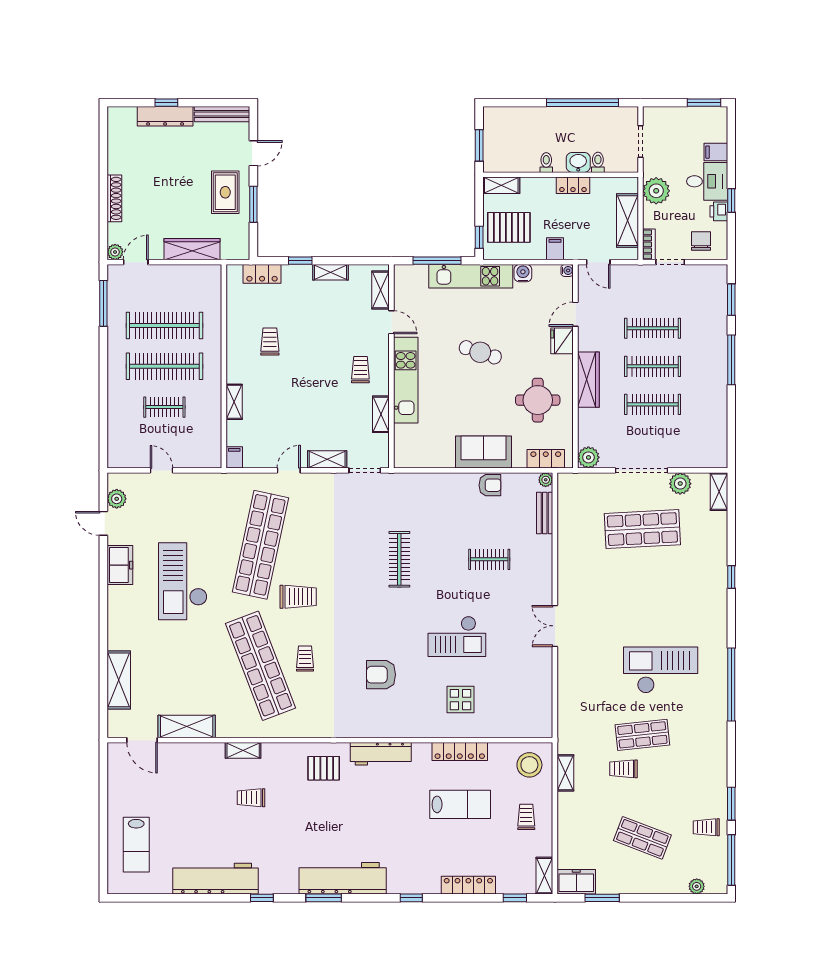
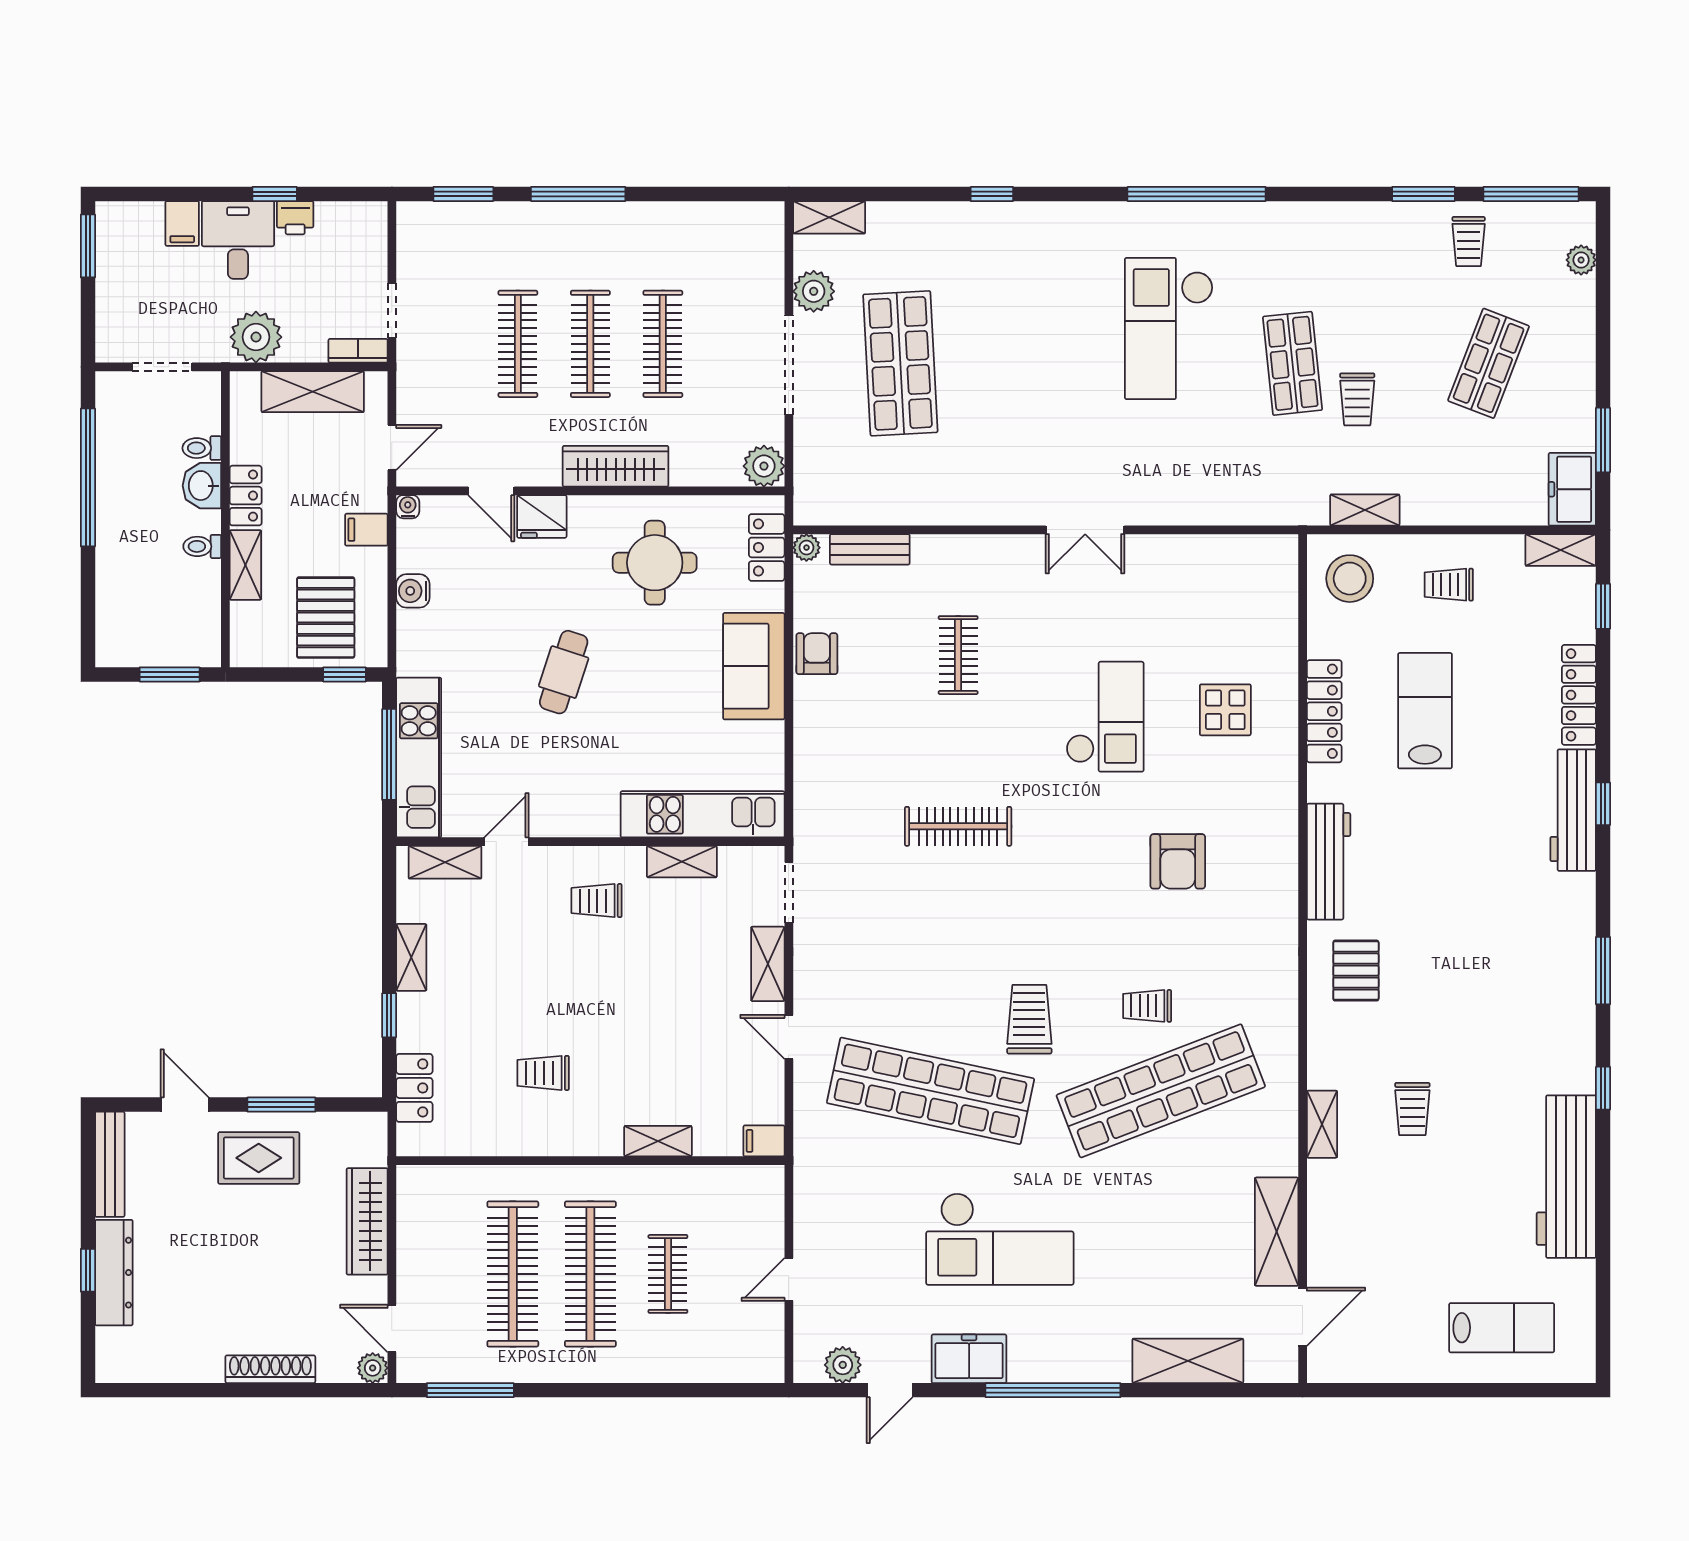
shelving: (501, 185) -> (245, 565), moved
chair: (701, 241) -> (352, 252), removed
kitchen unit: (471, 276) -> (419, 758), moved
kitchen unit: (406, 380) -> (703, 814), moved
window: (103, 609) -> (1053, 1390), added
workbench: (343, 878) -> (1573, 810), moved, width x0.73, depth x0.76

